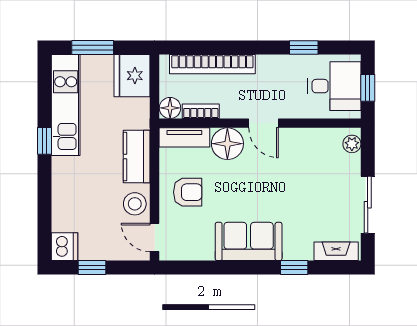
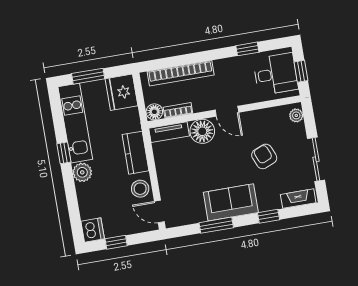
plant: (64, 170) -> (82, 172), added
armchair: (188, 192) -> (264, 156), moved, turned -112
window: (225, 268) -> (216, 225), added

